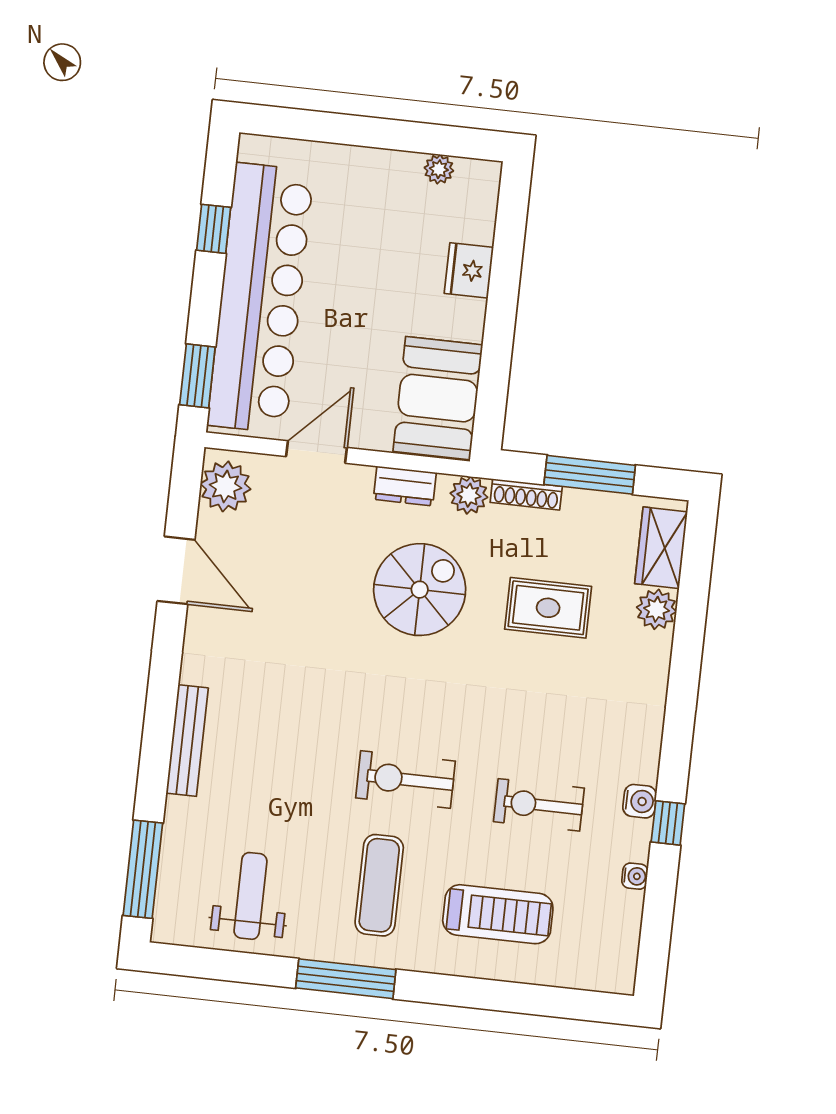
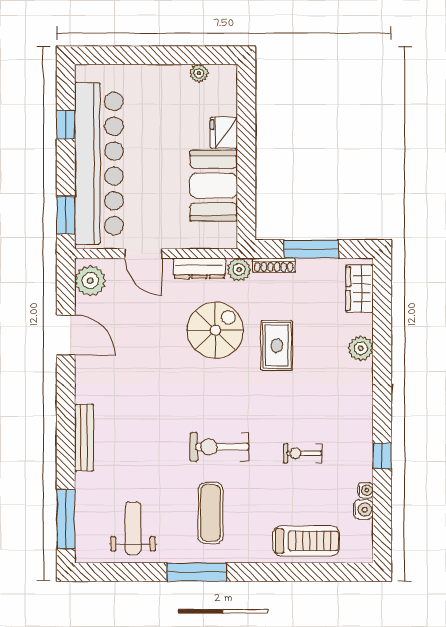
booth: (438, 398) -> (214, 186), moved
door: (317, 452) -> (143, 254), swing flipped
dresser: (405, 486) -> (199, 268), width x1.44
rug: (548, 608) -> (277, 345), moved, turned 90
plant: (657, 609) -> (361, 348), moved
water cooler: (640, 801) -> (363, 509), moved
exercise bike: (539, 805) -> (302, 453), width x0.73, depth x0.72
treadmill: (498, 914) -> (306, 541), moved

